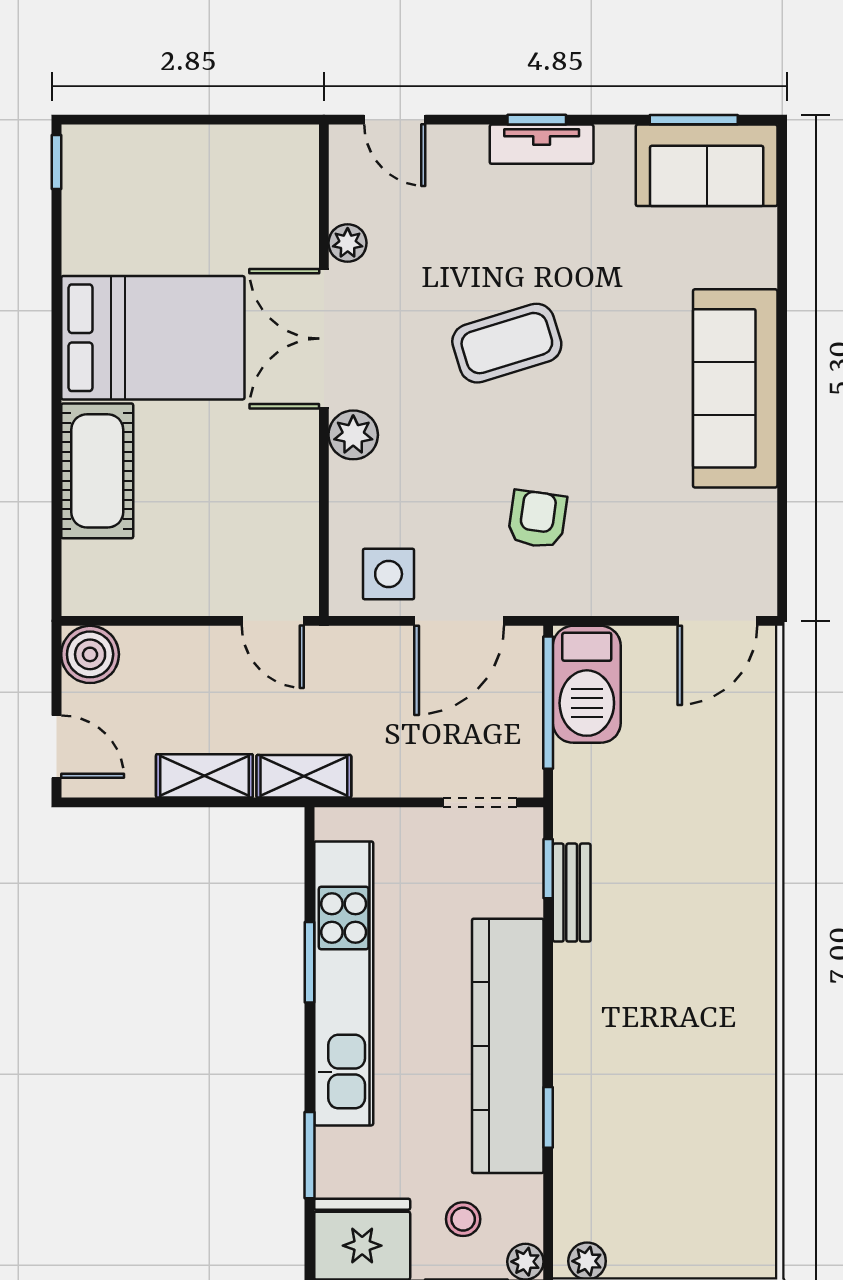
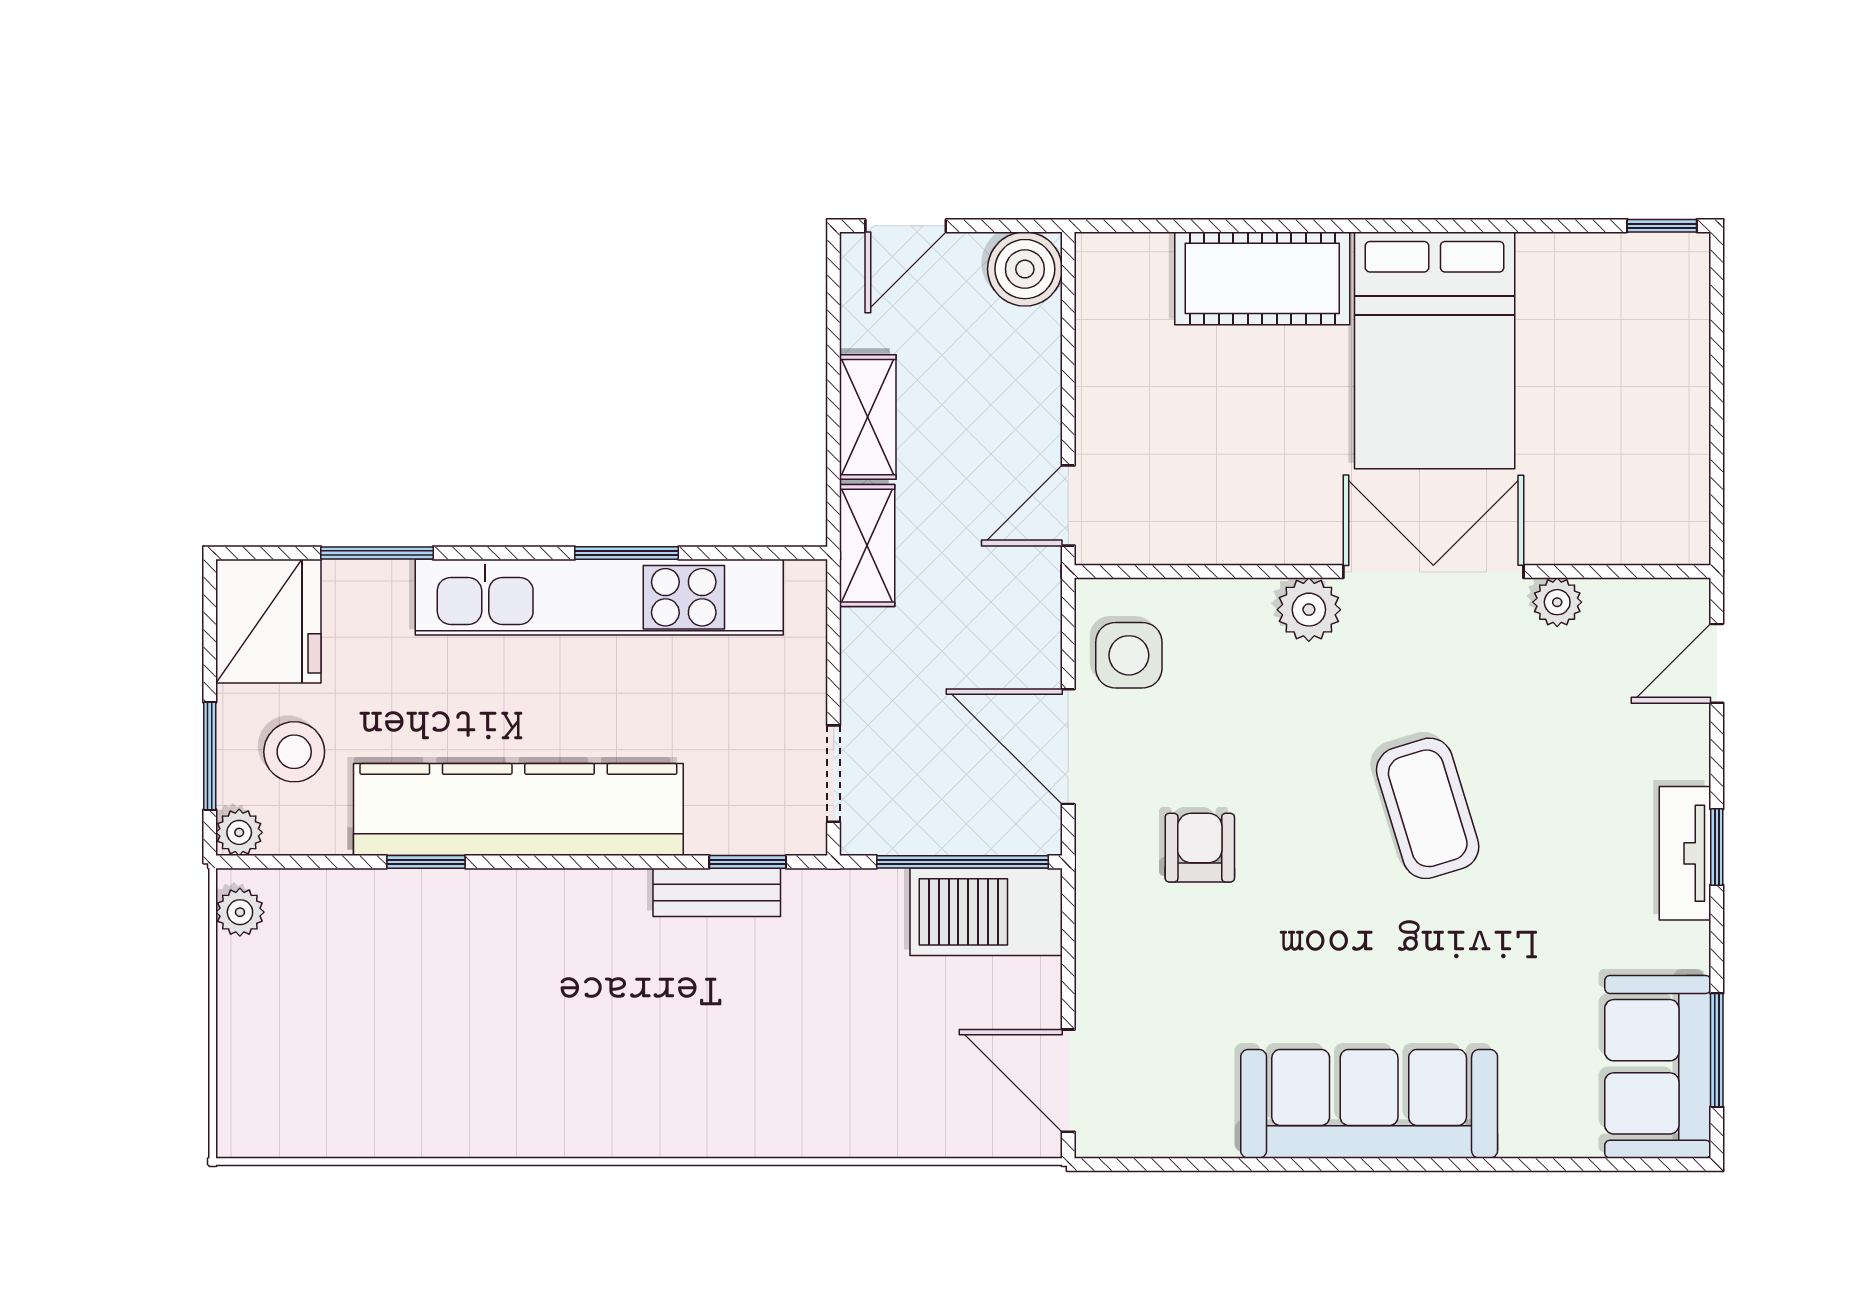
armchair: (537, 519) -> (1200, 848), turned -98
stool: (463, 1219) -> (294, 752), width x1.37, depth x1.37

